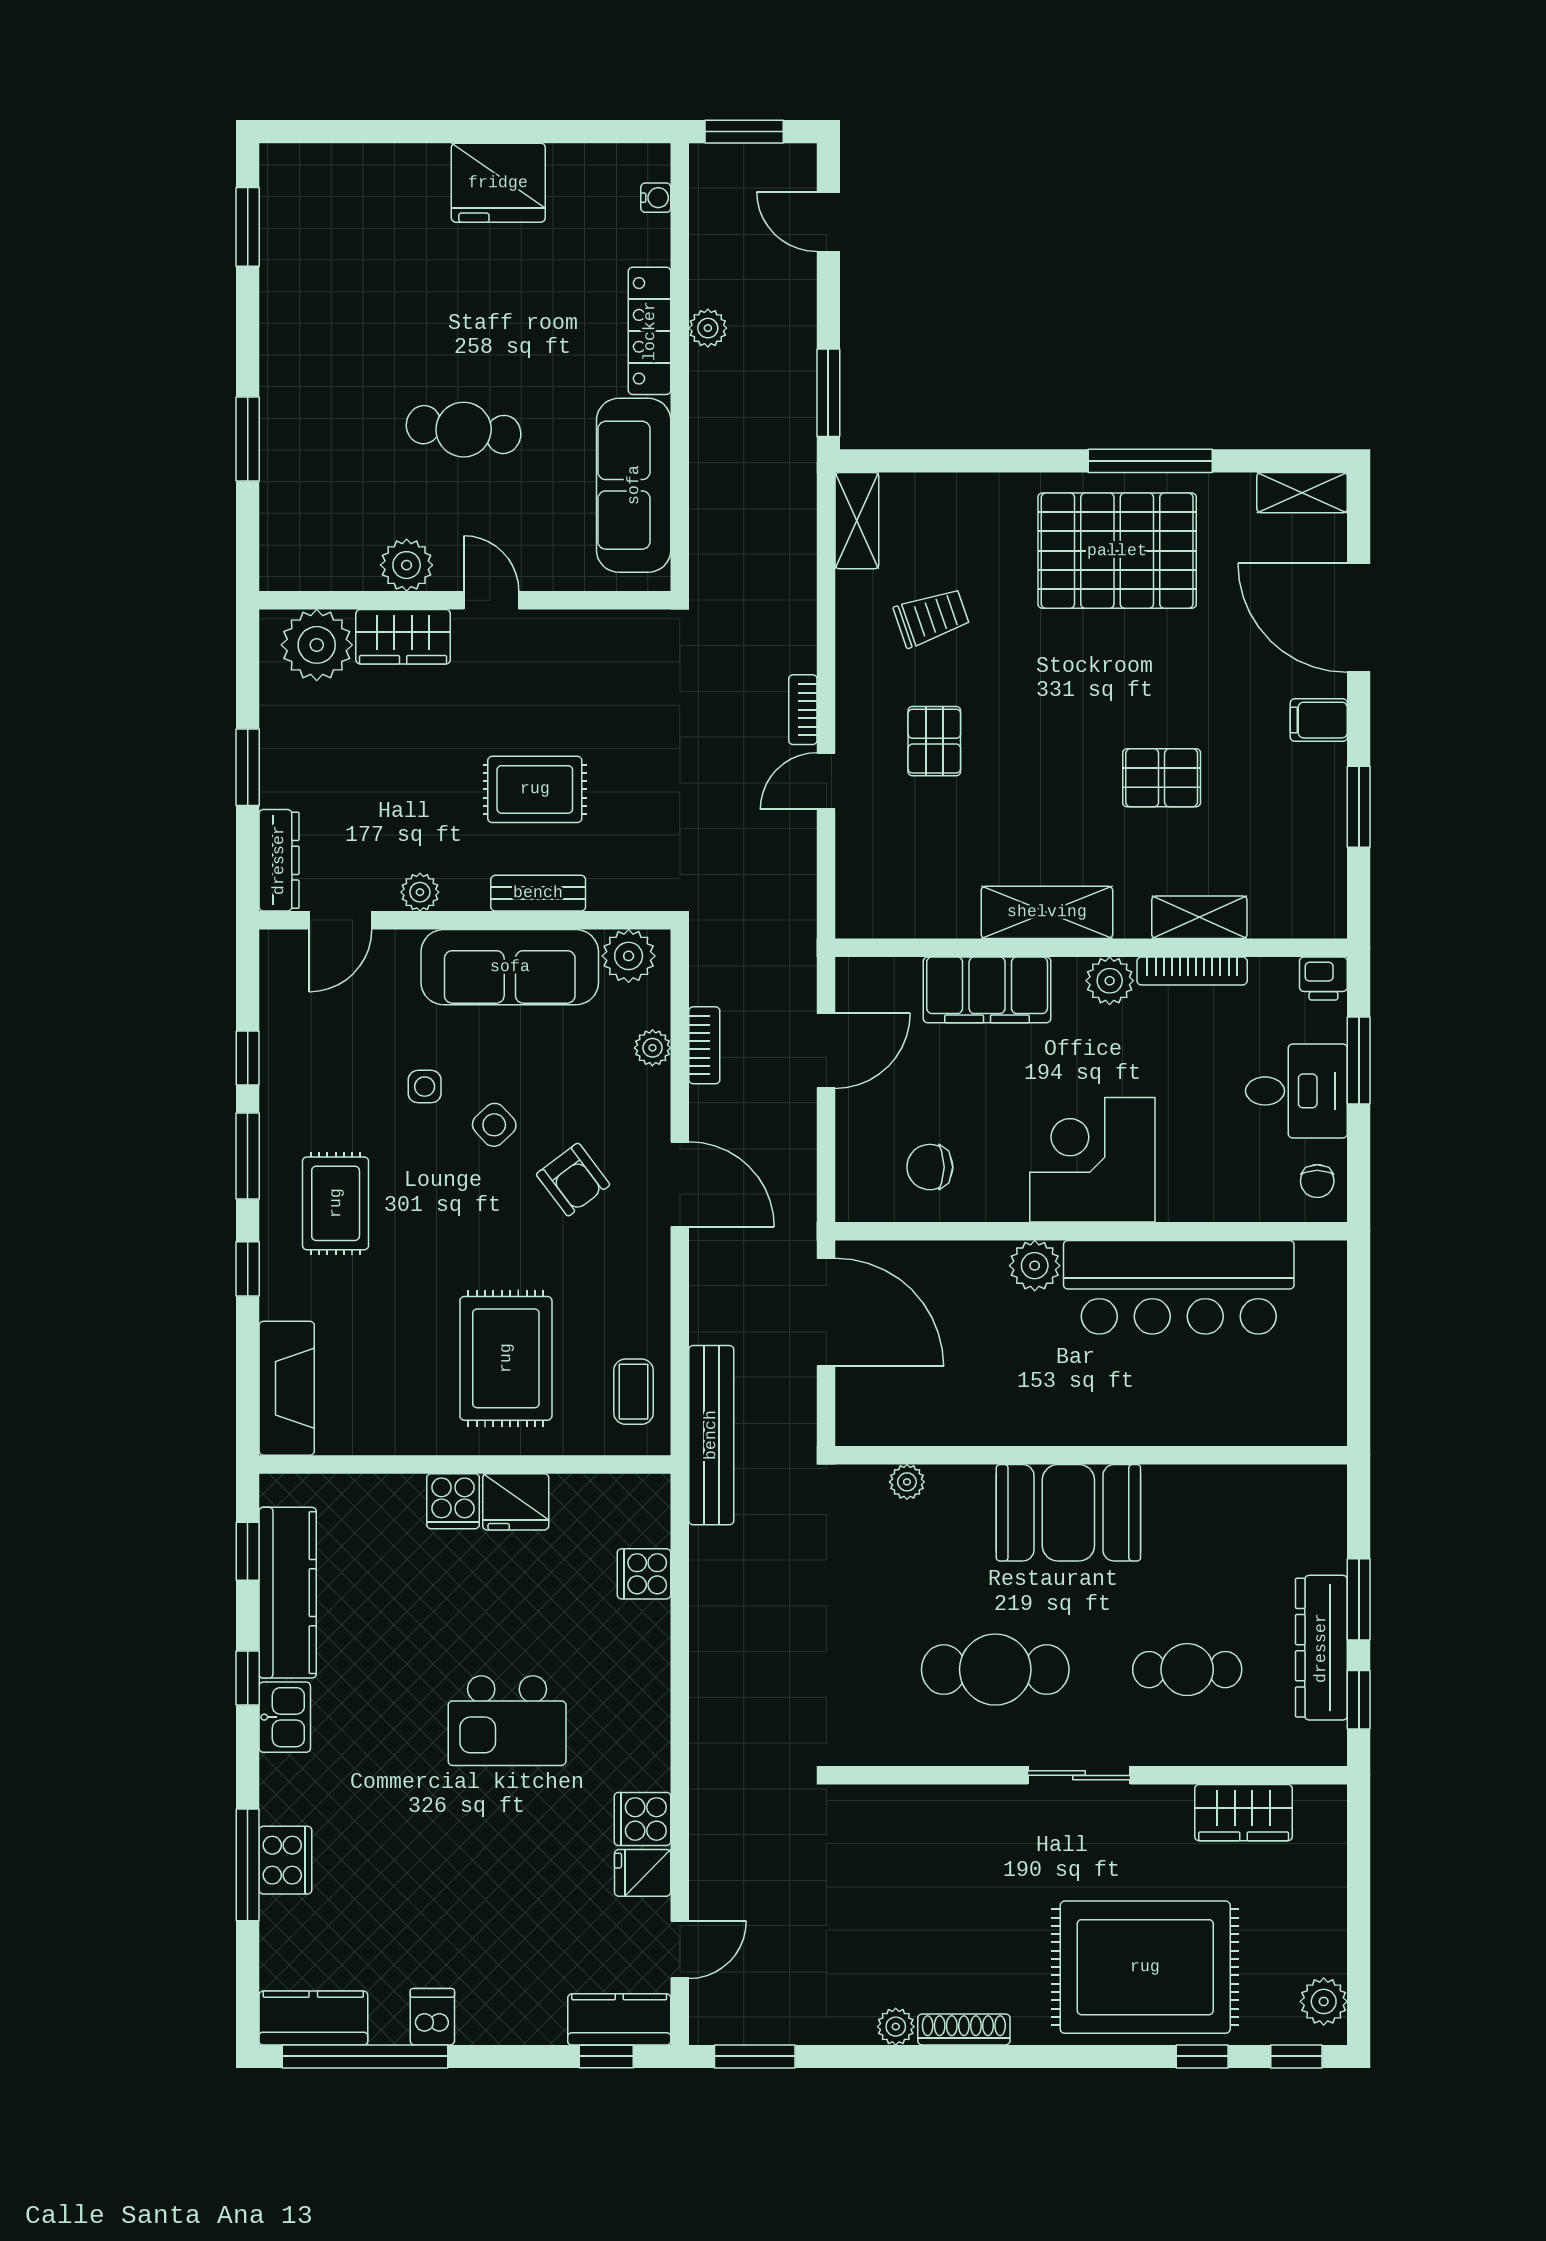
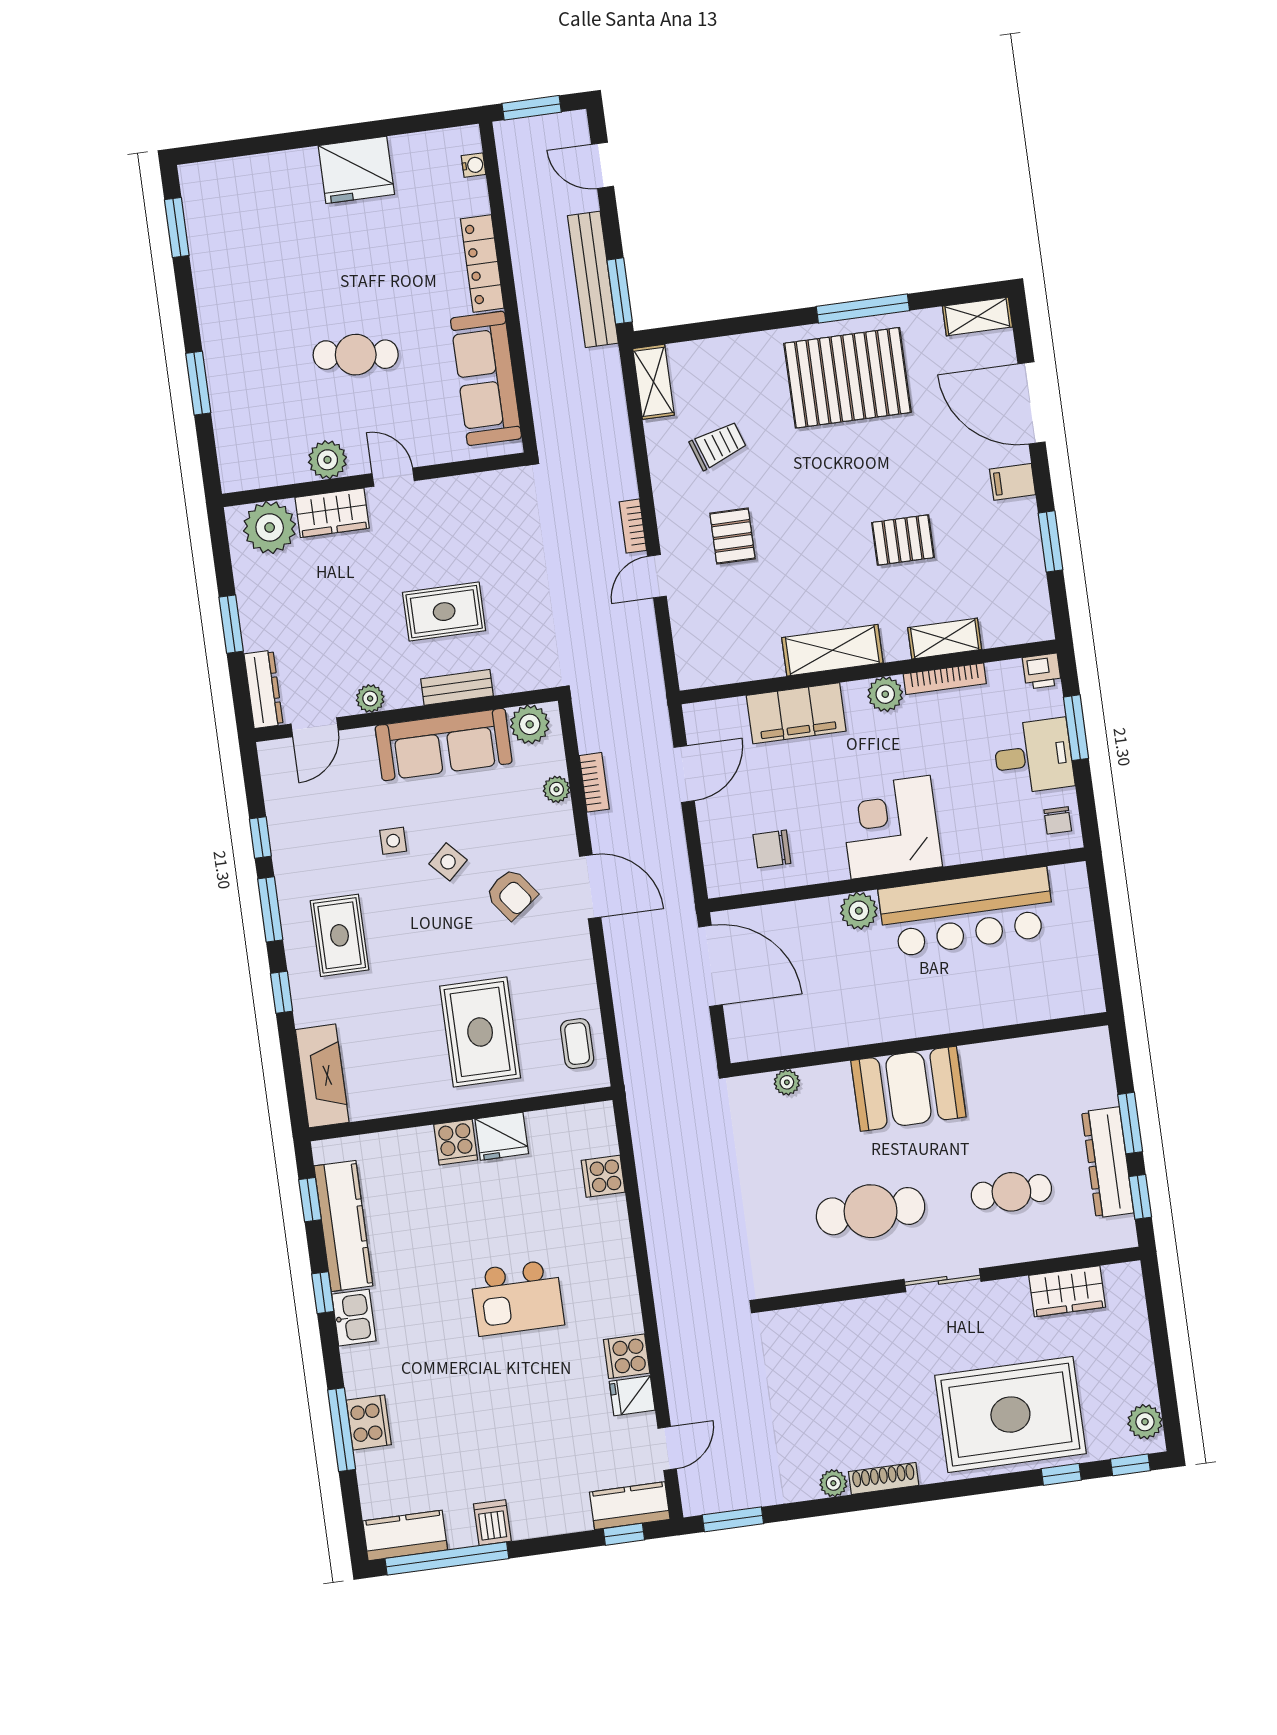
plant: (708, 328) -> (525, 256), removed
bench: (711, 1435) -> (593, 279), moved

